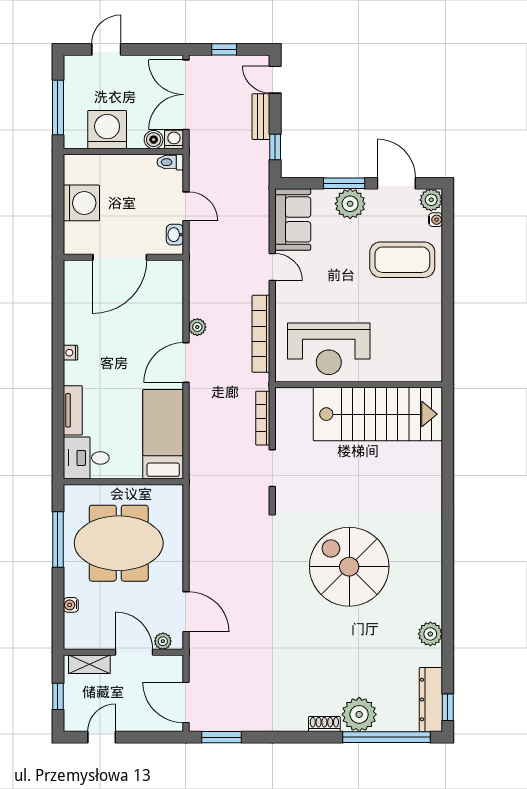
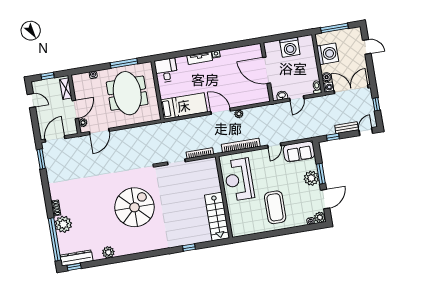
coffee table: (402, 260) -> (275, 207), moved
tv unit: (73, 410) -> (200, 58), moved
stairs: (378, 414) -> (217, 217), width x0.73, depth x0.66
window: (448, 471) -> (189, 248), added

